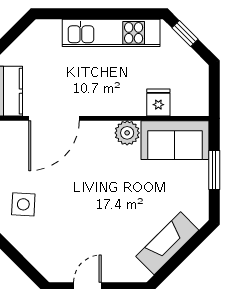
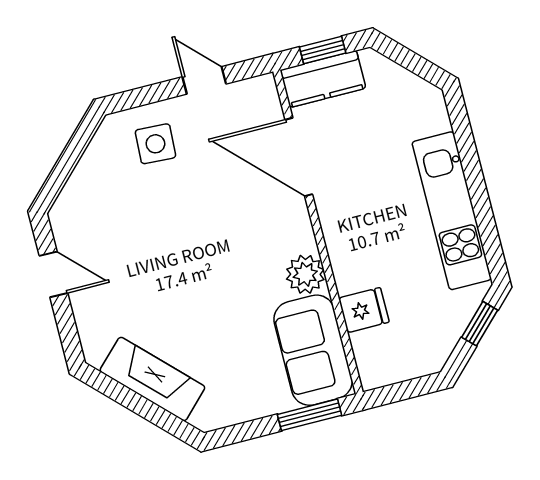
window: (214, 170) -> (310, 415), moved

